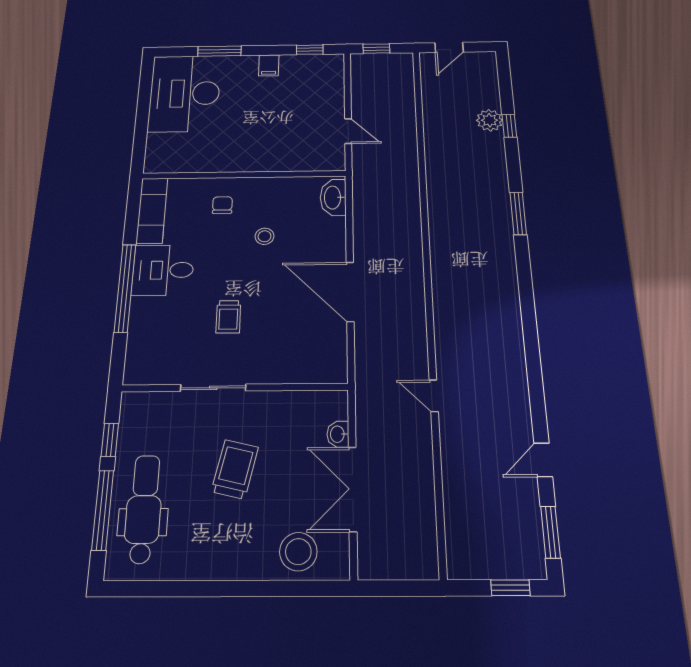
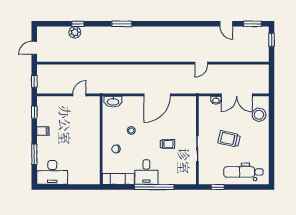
door: (449, 47) -> (34, 48), swing flipped
desk: (185, 93) -> (52, 172), width x0.73, depth x0.77
window: (103, 510) -> (244, 187), removed

